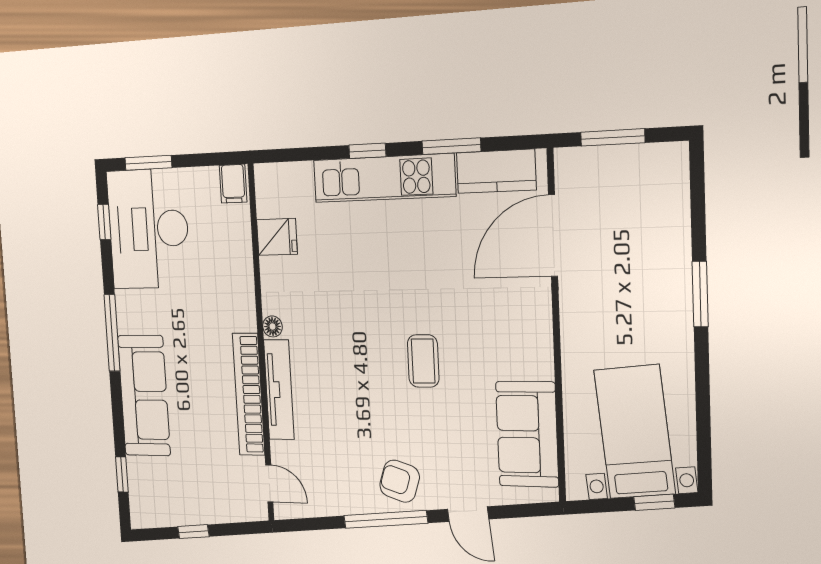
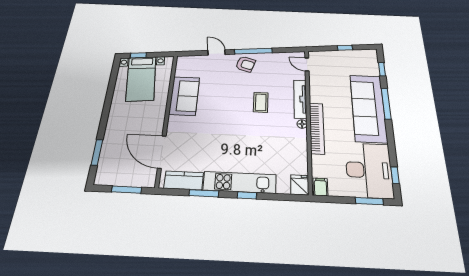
door: (553, 236) -> (162, 152), swing flipped
fridge: (277, 237) -> (300, 185), moved, turned 90
window: (700, 294) -> (97, 152), moved
window: (112, 333) -> (386, 104), moved
coffee table: (423, 361) -> (261, 102), moved
bookcase: (249, 394) -> (317, 128), moved
sofa: (144, 396) -> (368, 108), width x1.36, depth x1.27
sofa: (527, 434) -> (184, 96), moved

